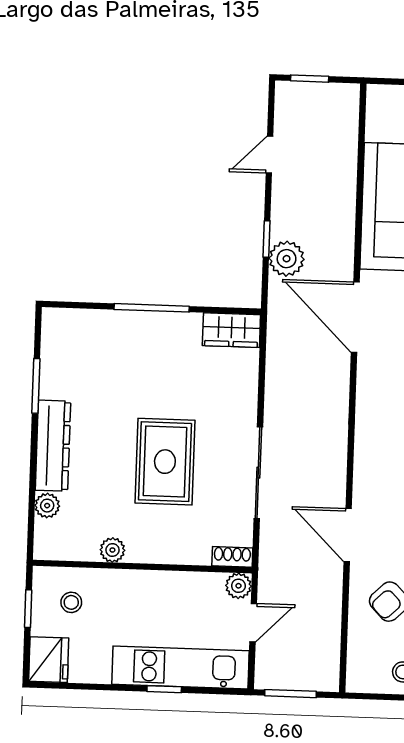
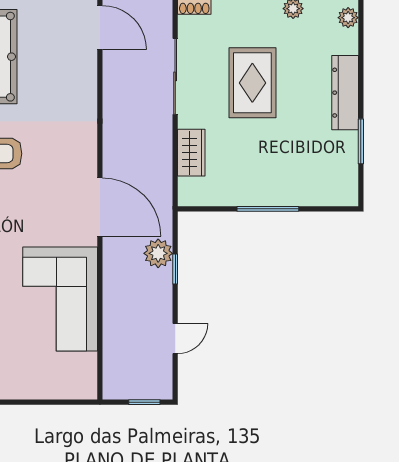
wardrobe: (231, 330) -> (191, 153), moved, turned 90
plant: (47, 506) -> (348, 18), moved

